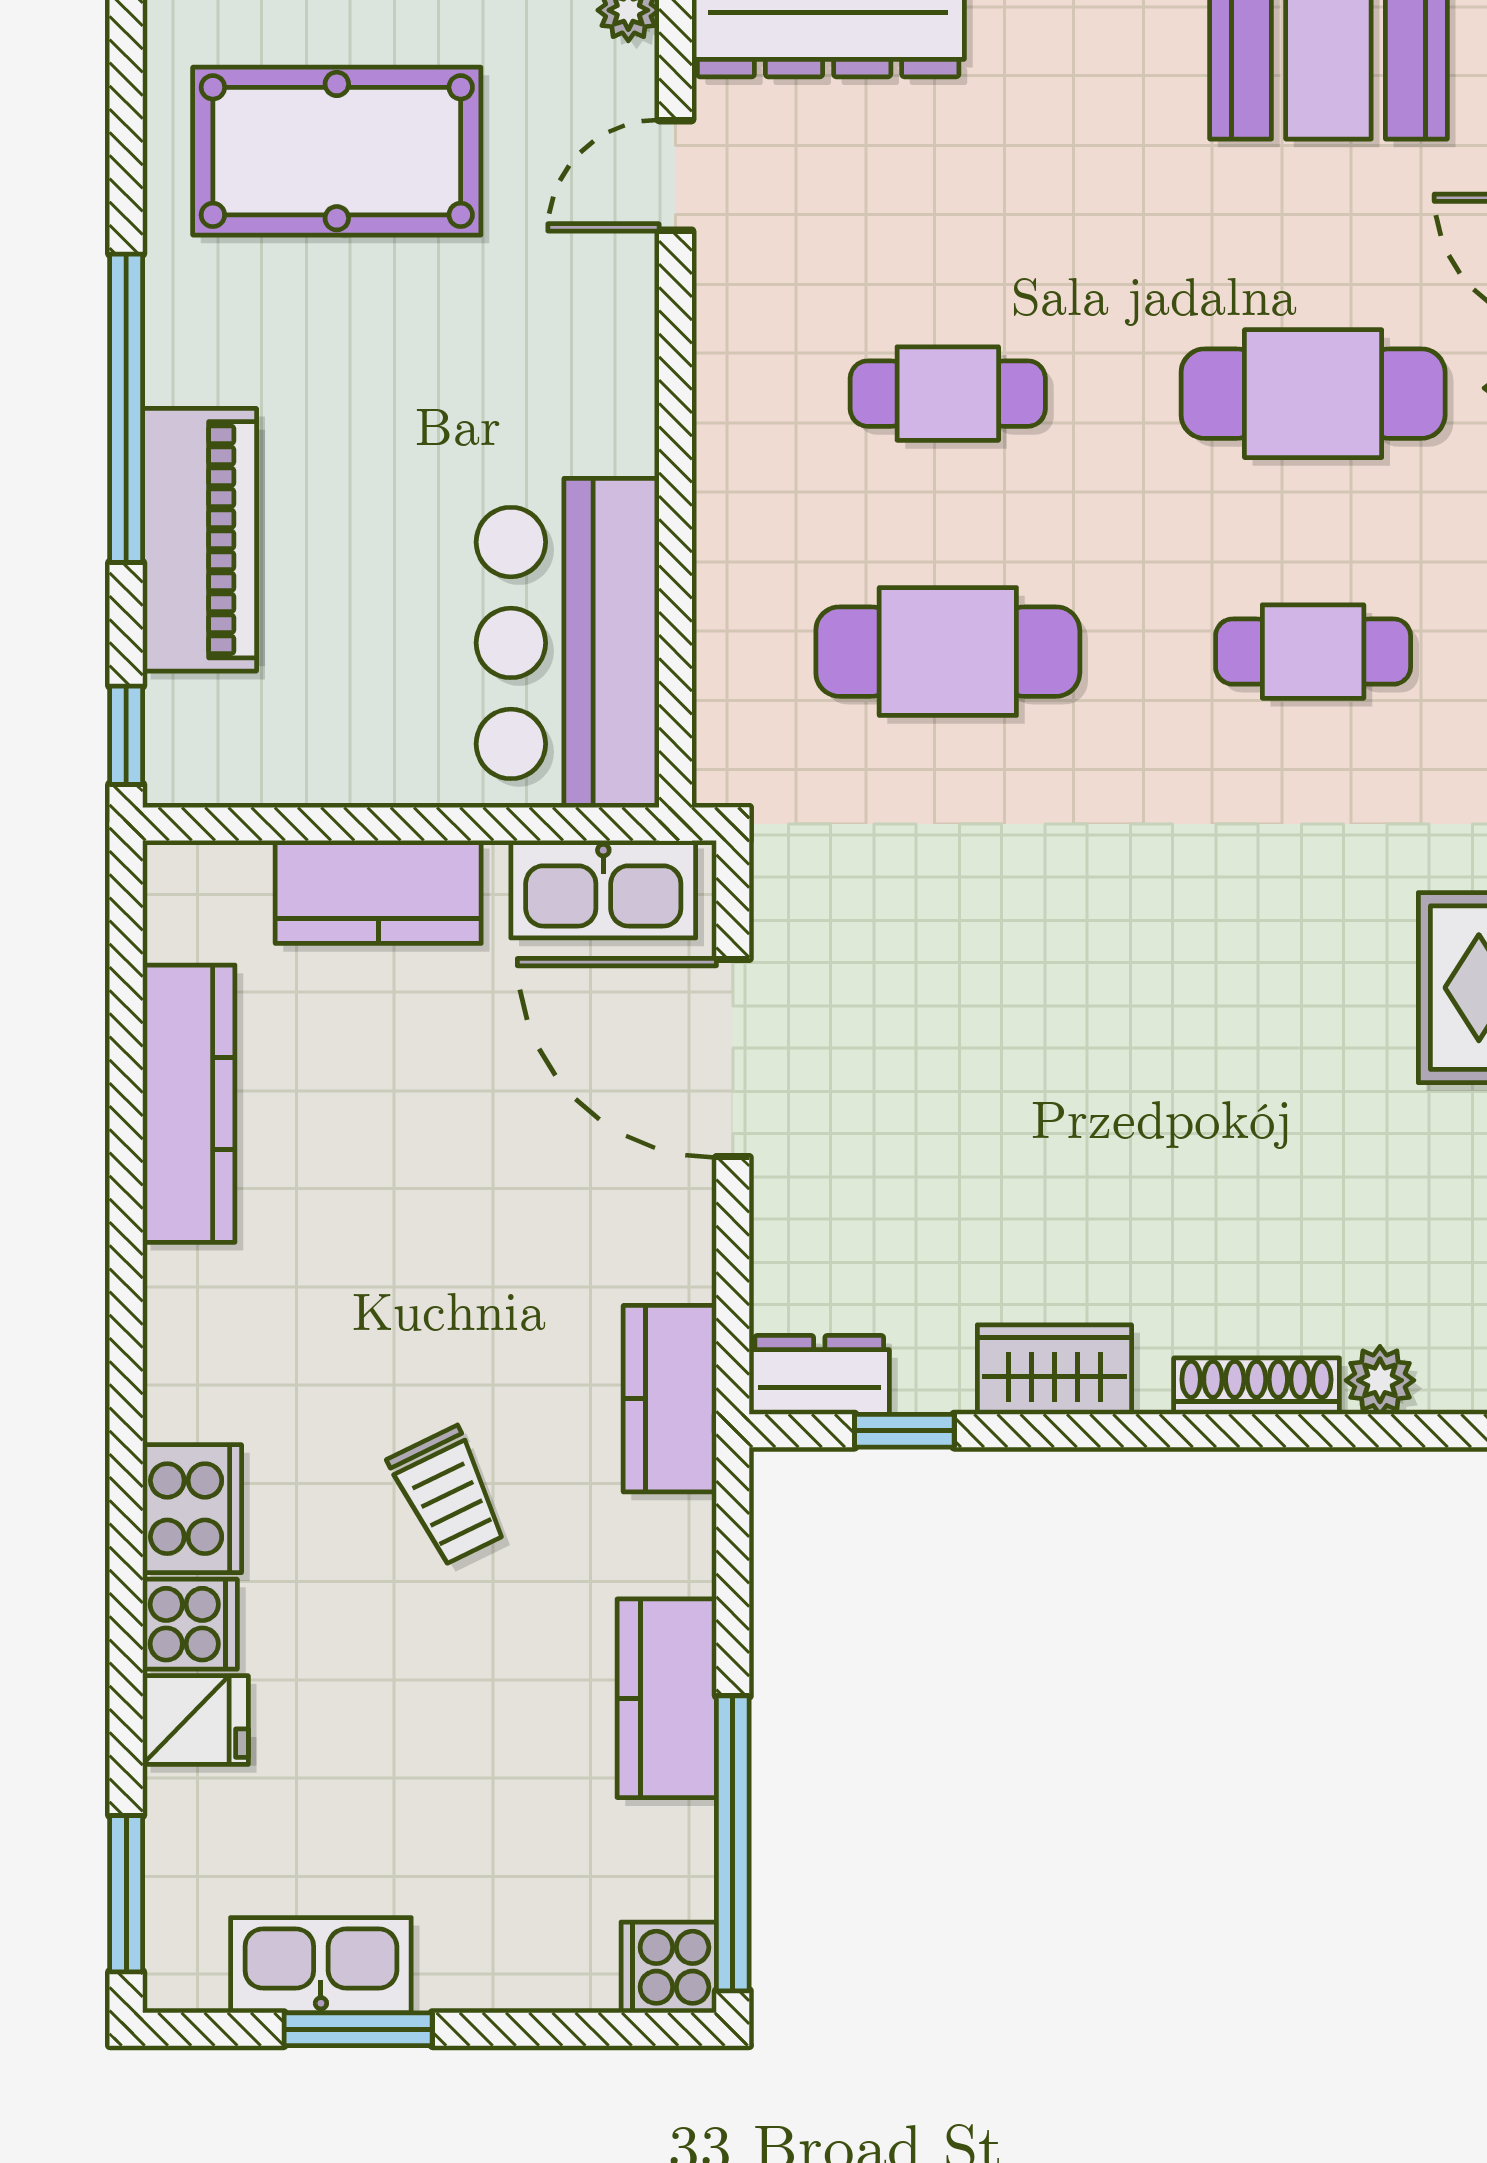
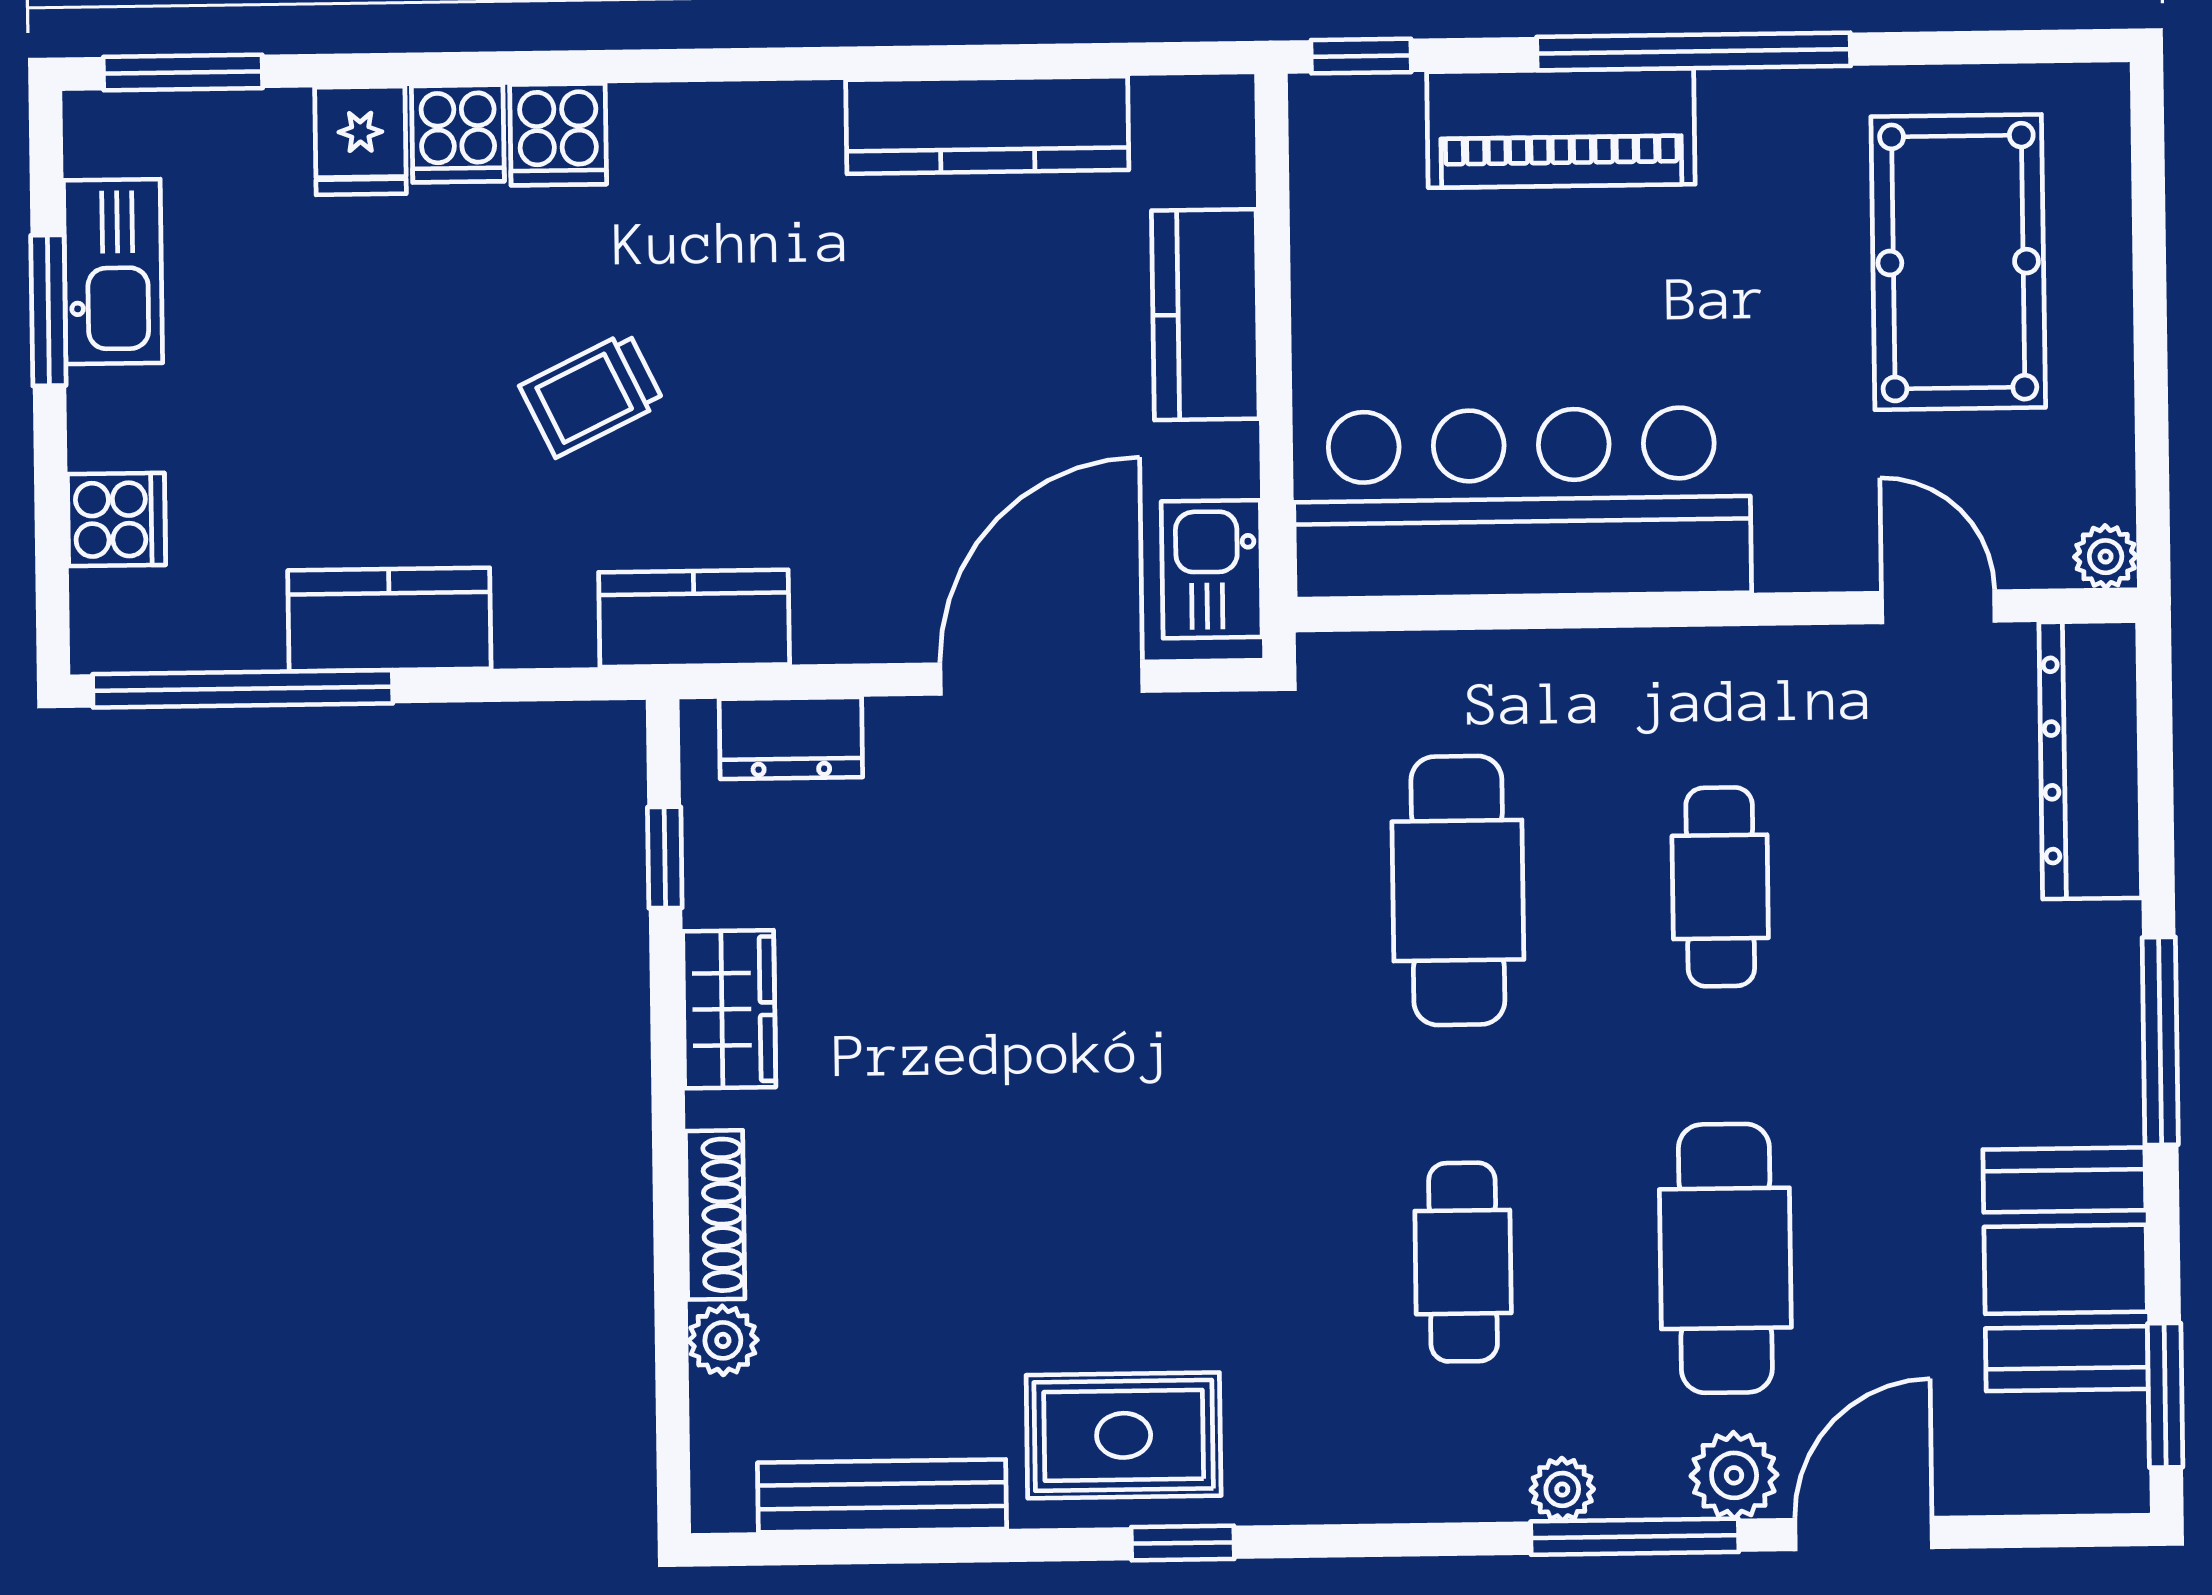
bar counter: (568, 643) -> (1522, 503), width x1.36
kitchen sink: (603, 889) -> (1212, 569), width x0.73
dresser: (819, 1375) -> (791, 738), moved, turned 90
cooker: (192, 1509) -> (558, 134), width x0.73
cooker: (669, 1967) -> (116, 520), moved, turned 90

